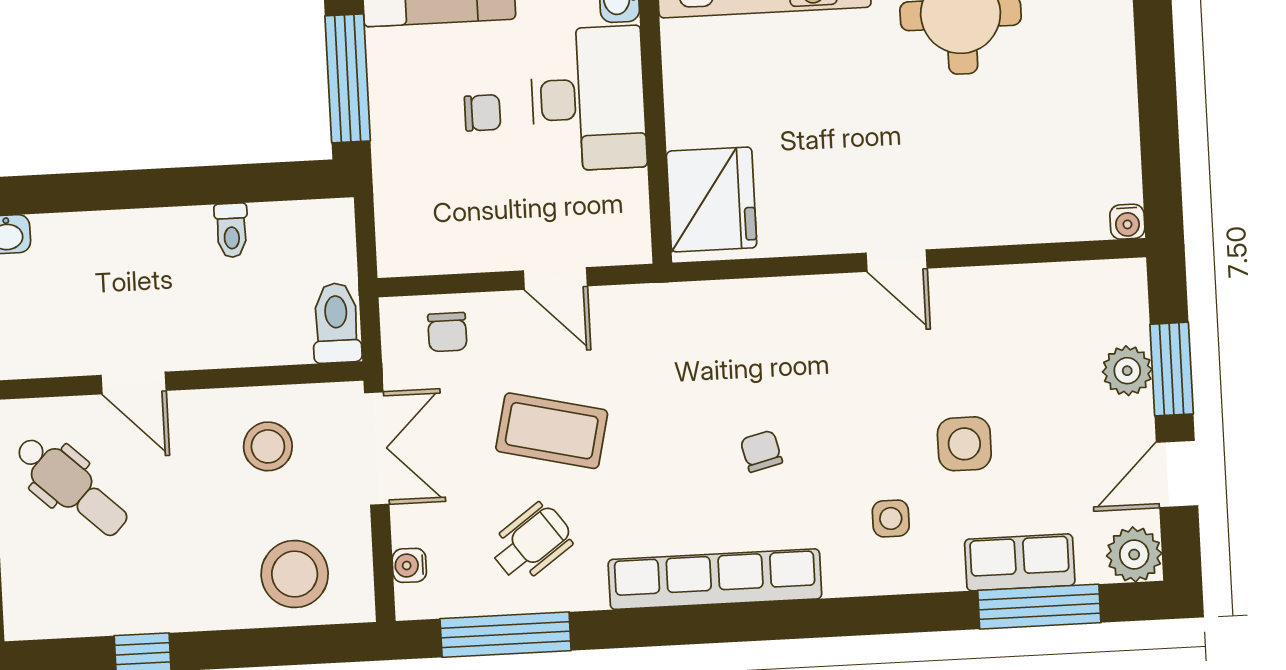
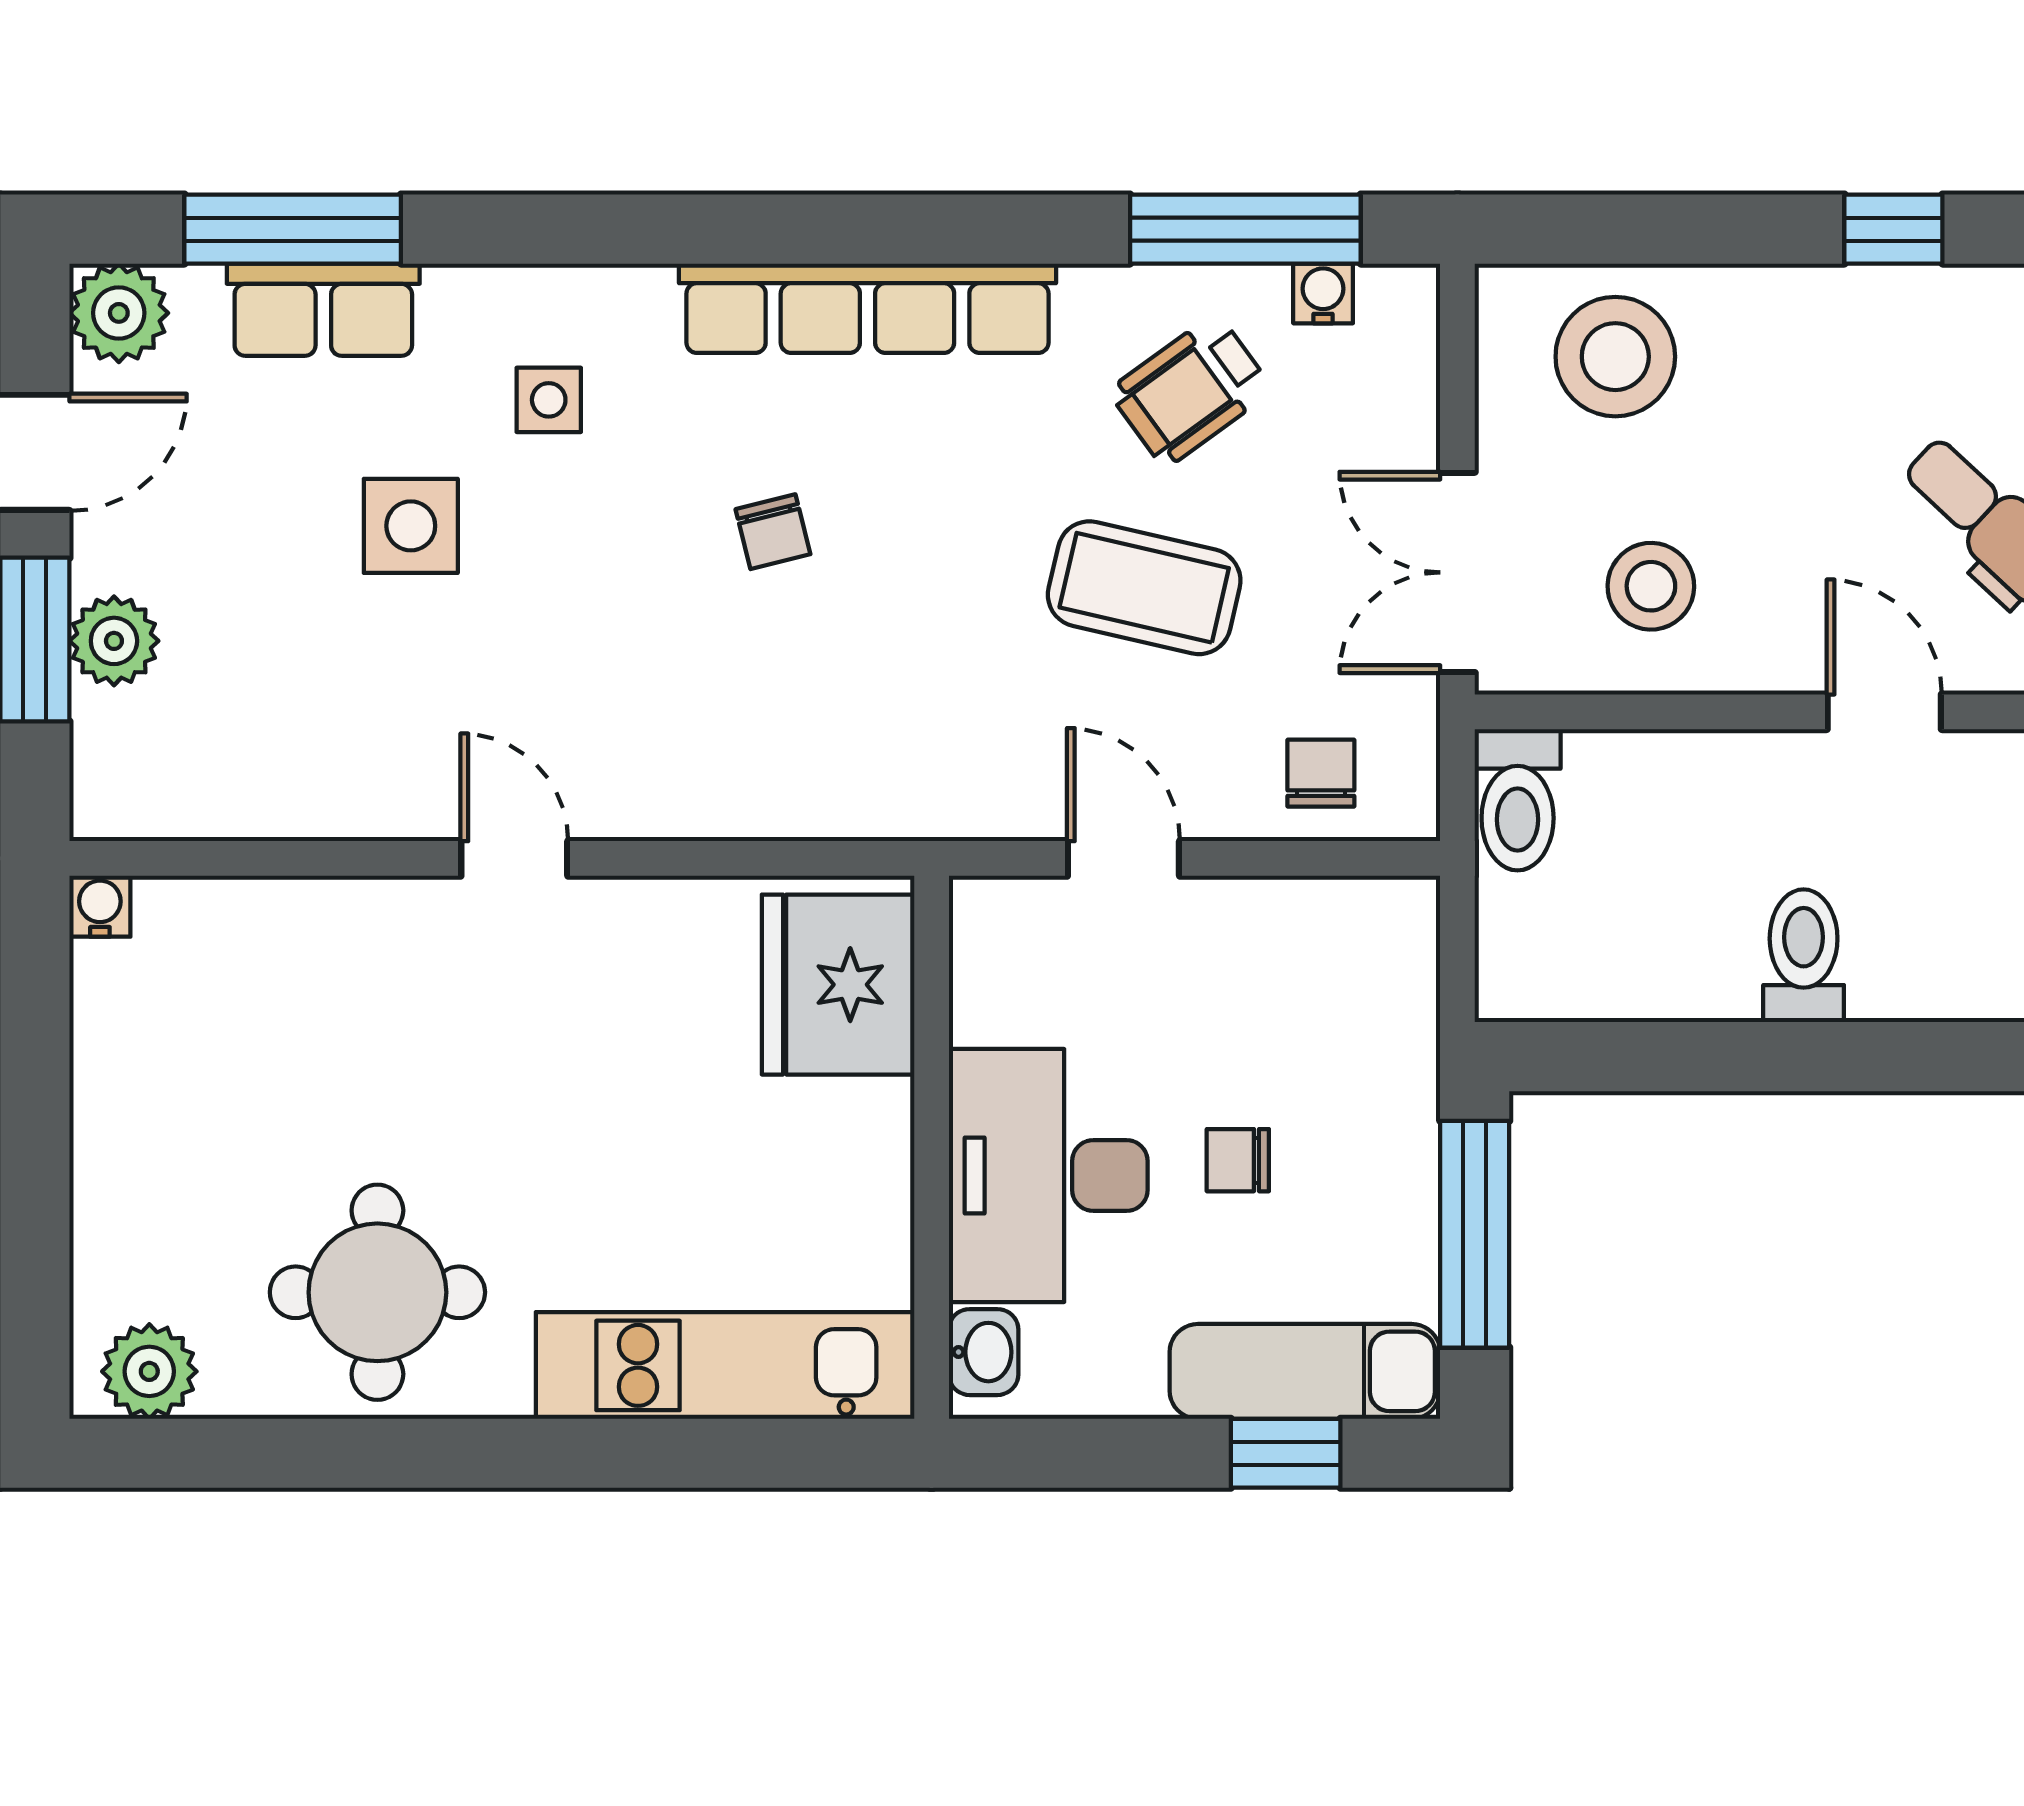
toilet: (231, 230) -> (1804, 956), moved, width x1.37, depth x1.39
water cooler: (409, 565) -> (1323, 293), moved, turned -90

